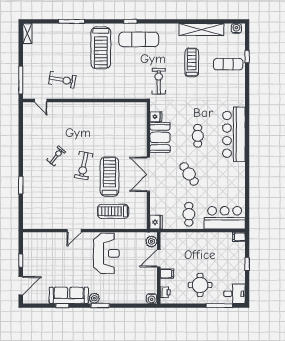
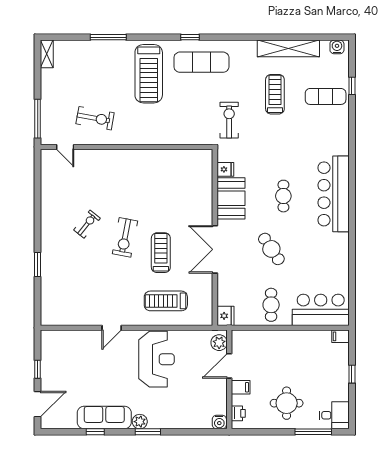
treadmill: (109, 177) -> (161, 253), width x0.73, depth x0.73

